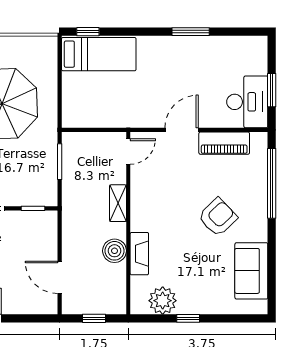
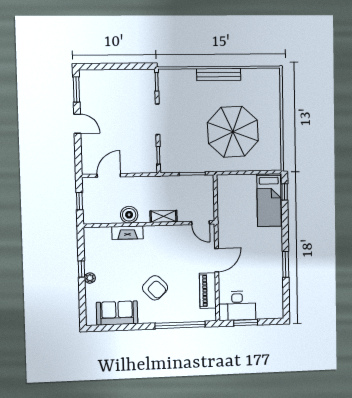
door: (182, 130) -> (217, 260), hinge flipped
plant: (163, 301) -> (90, 278), moved, width x0.53, depth x0.53

